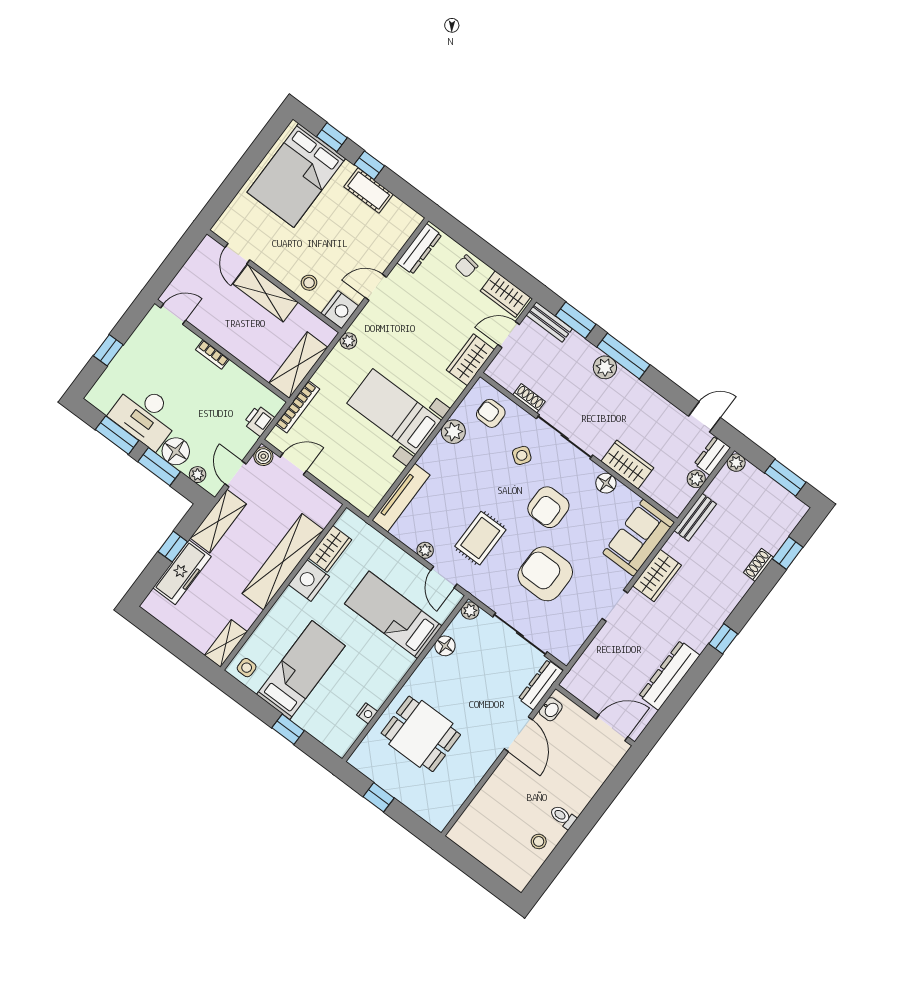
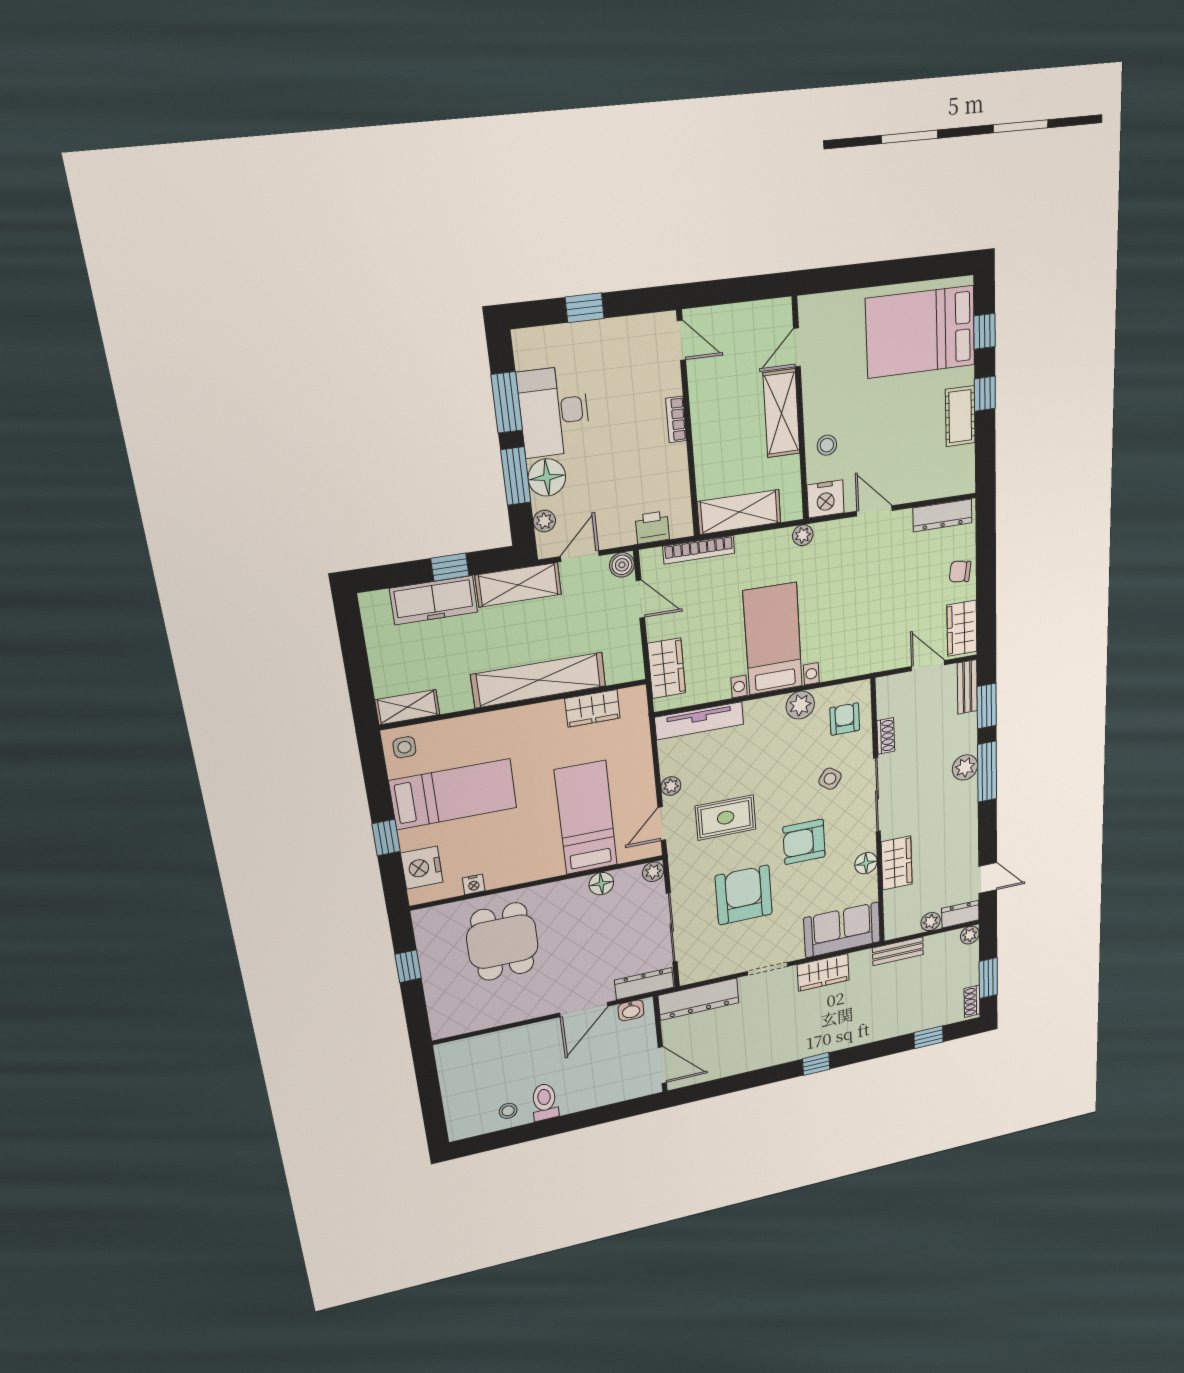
wardrobe: (470, 360) -> (667, 668), moved, turned 90
shoe rack: (758, 565) -> (972, 1001), moved, turned -90
nightstand: (309, 581) -> (422, 868), moved, turned -90
dresser: (669, 675) -> (699, 999), moved, turned 180
toilet: (563, 817) -> (545, 1102), width x1.37, depth x1.39

